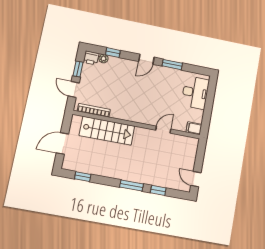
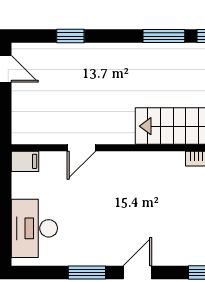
window: (132, 185) -> (164, 36), moved

